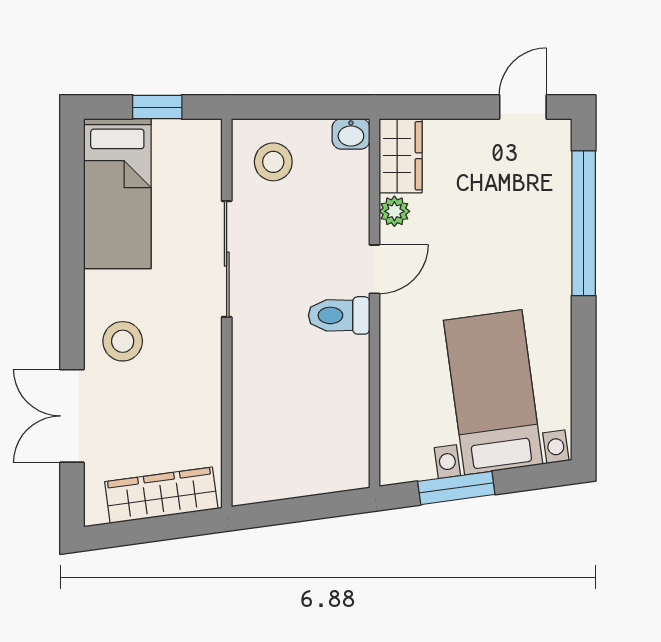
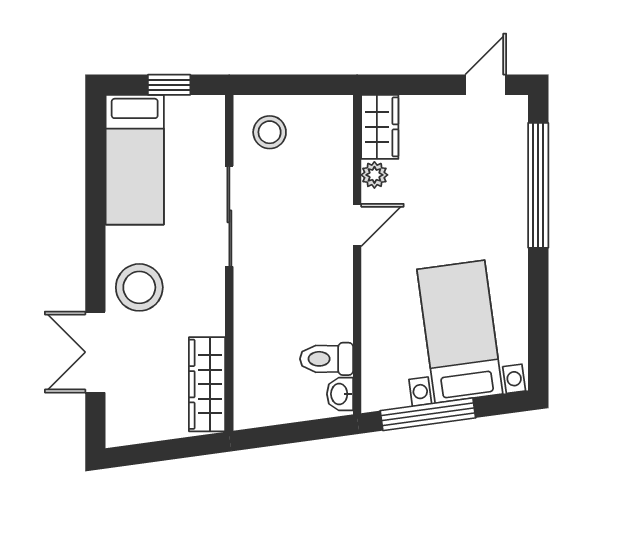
washbasin: (351, 134) -> (340, 394), moved, turned 90
toilet: (339, 315) -> (327, 359), moved
stool: (123, 341) -> (139, 287), width x1.38, depth x1.38
window: (456, 488) -> (428, 414), width x1.44
wardrobe: (161, 495) -> (207, 384), moved, turned -82

